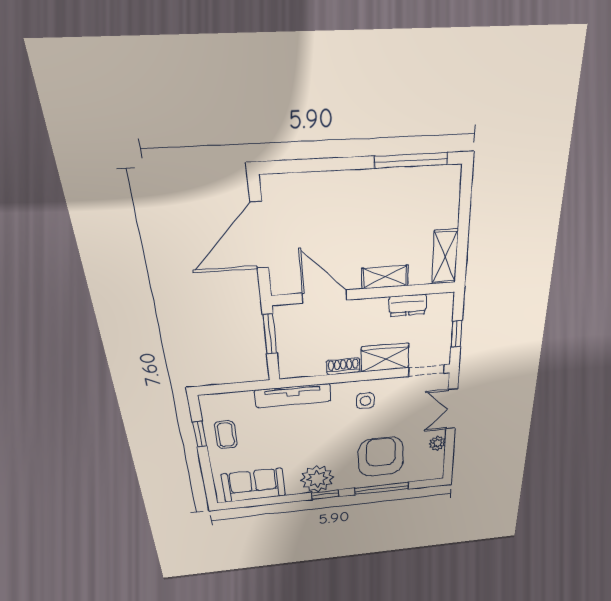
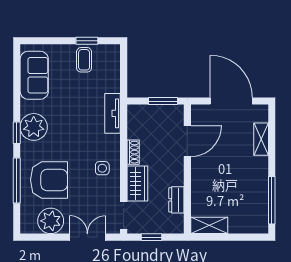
shelving: (385, 277) -> (261, 139), moved
tv unit: (293, 396) -> (113, 113), width x0.71
coffee table: (226, 435) -> (84, 60), turned 90
plant: (437, 443) -> (51, 221), width x1.88, depth x1.88

